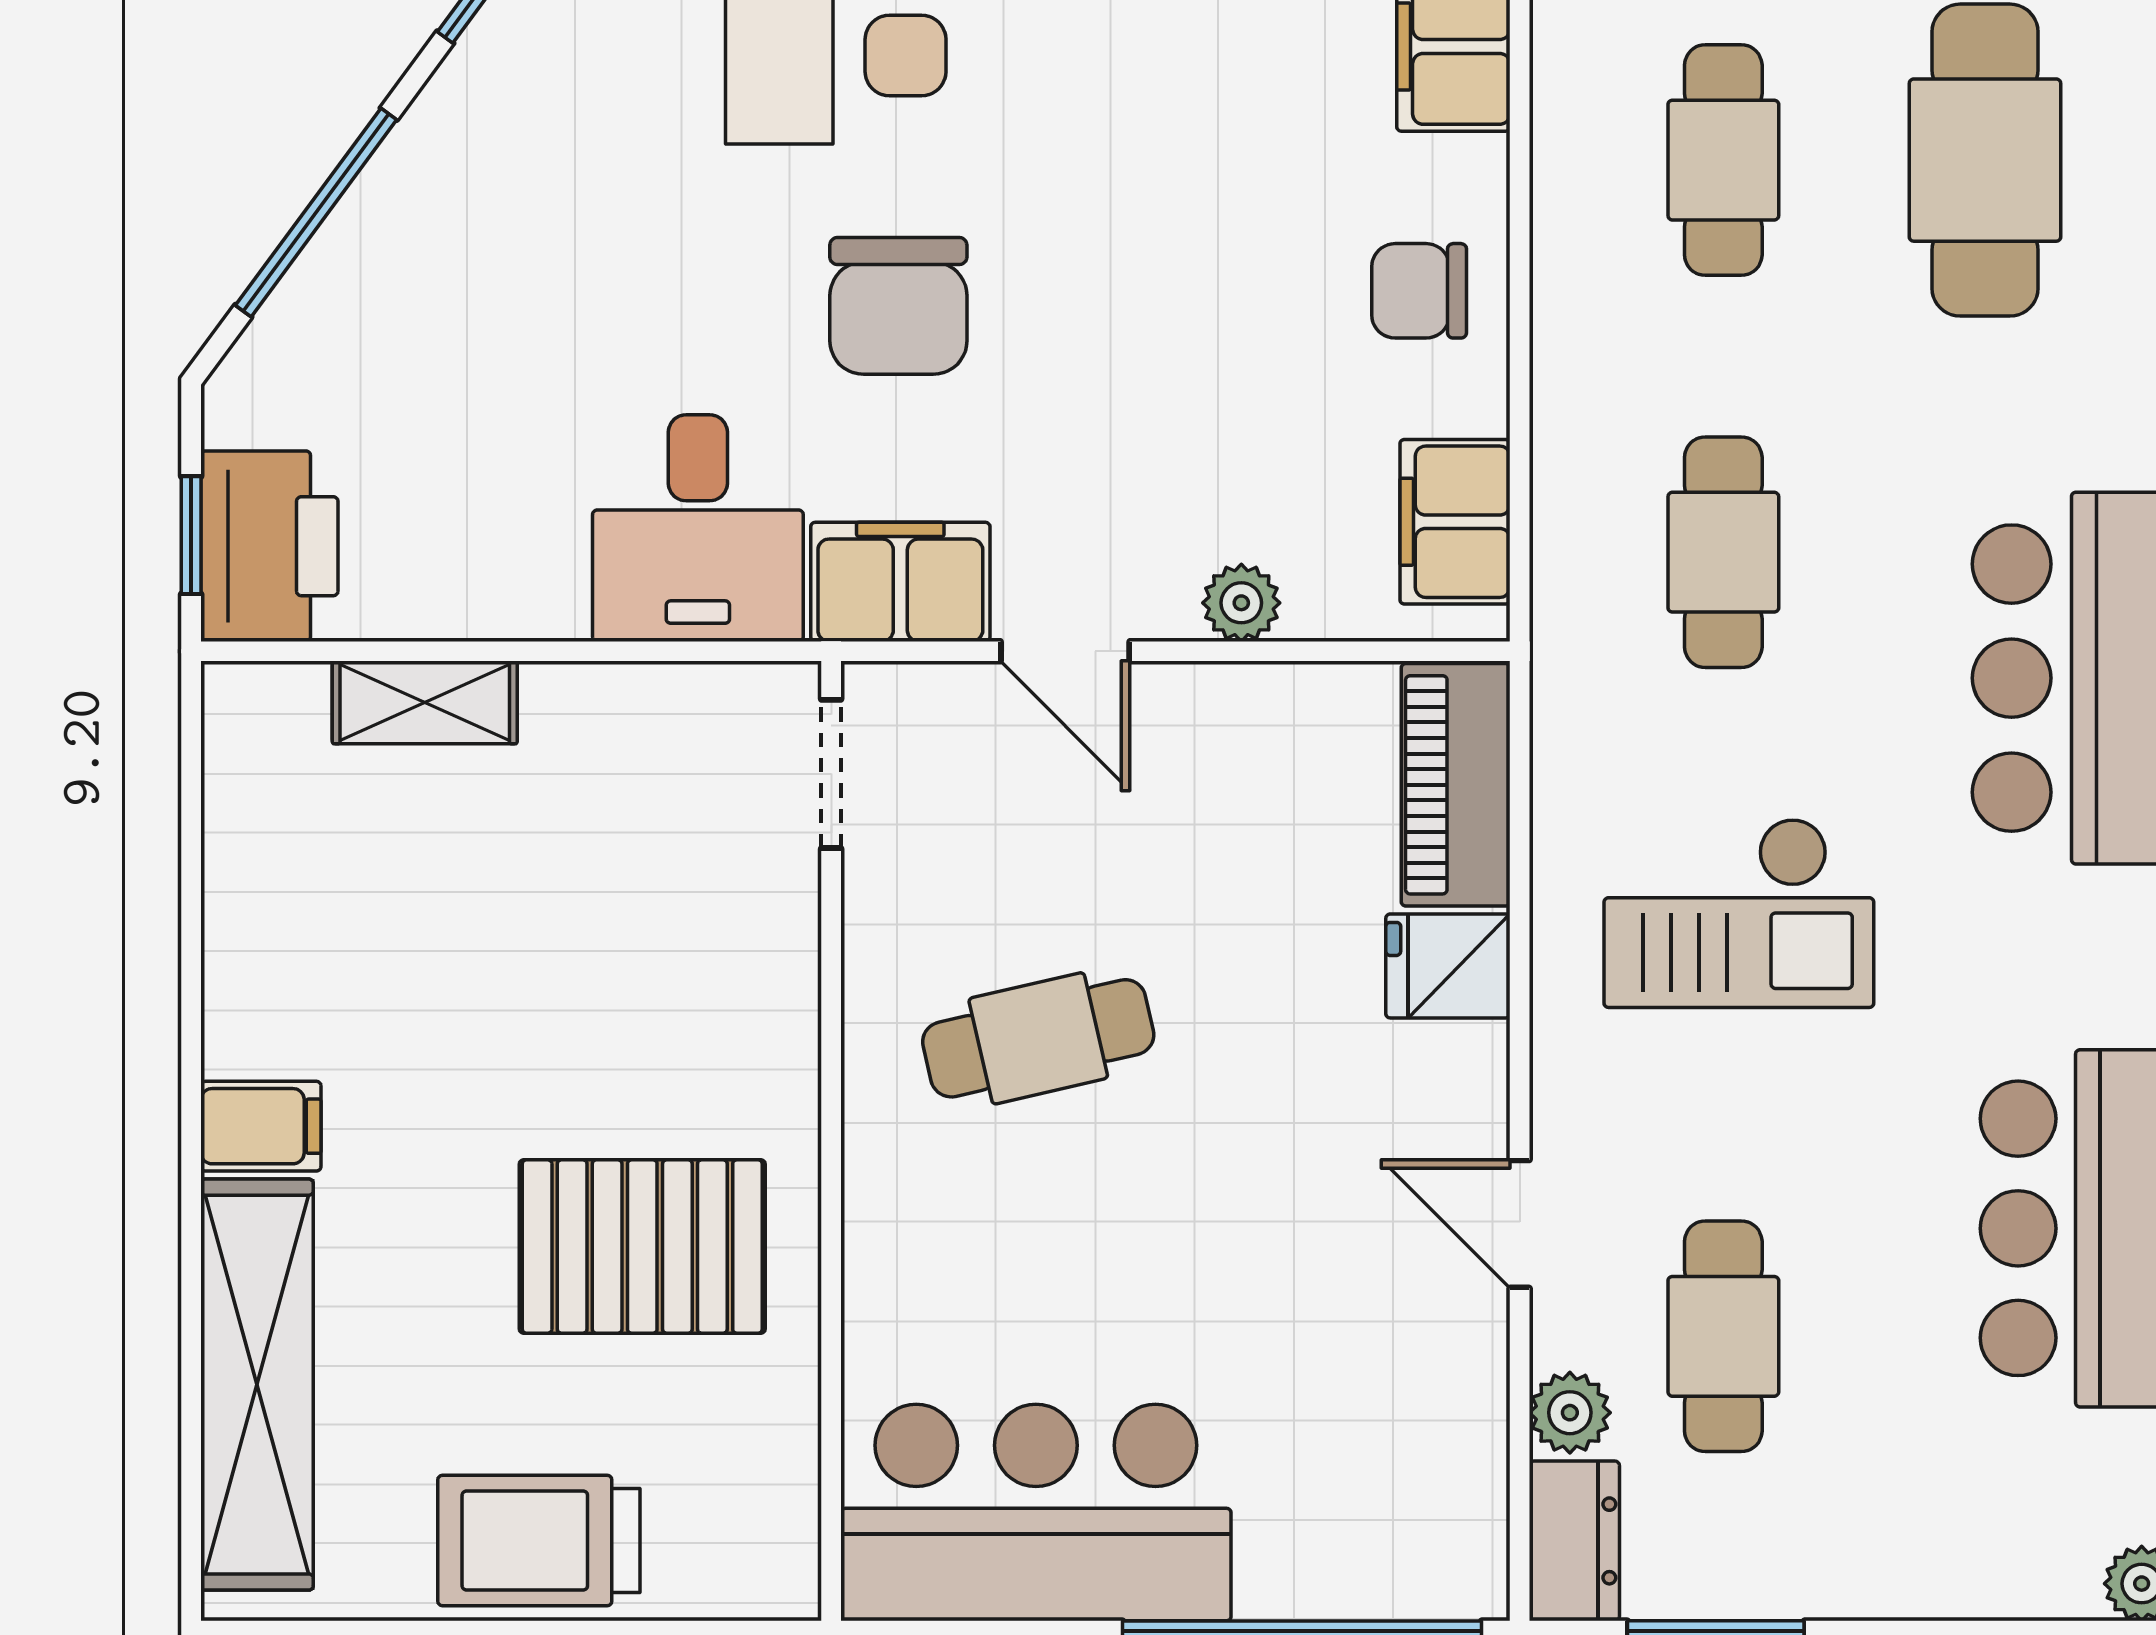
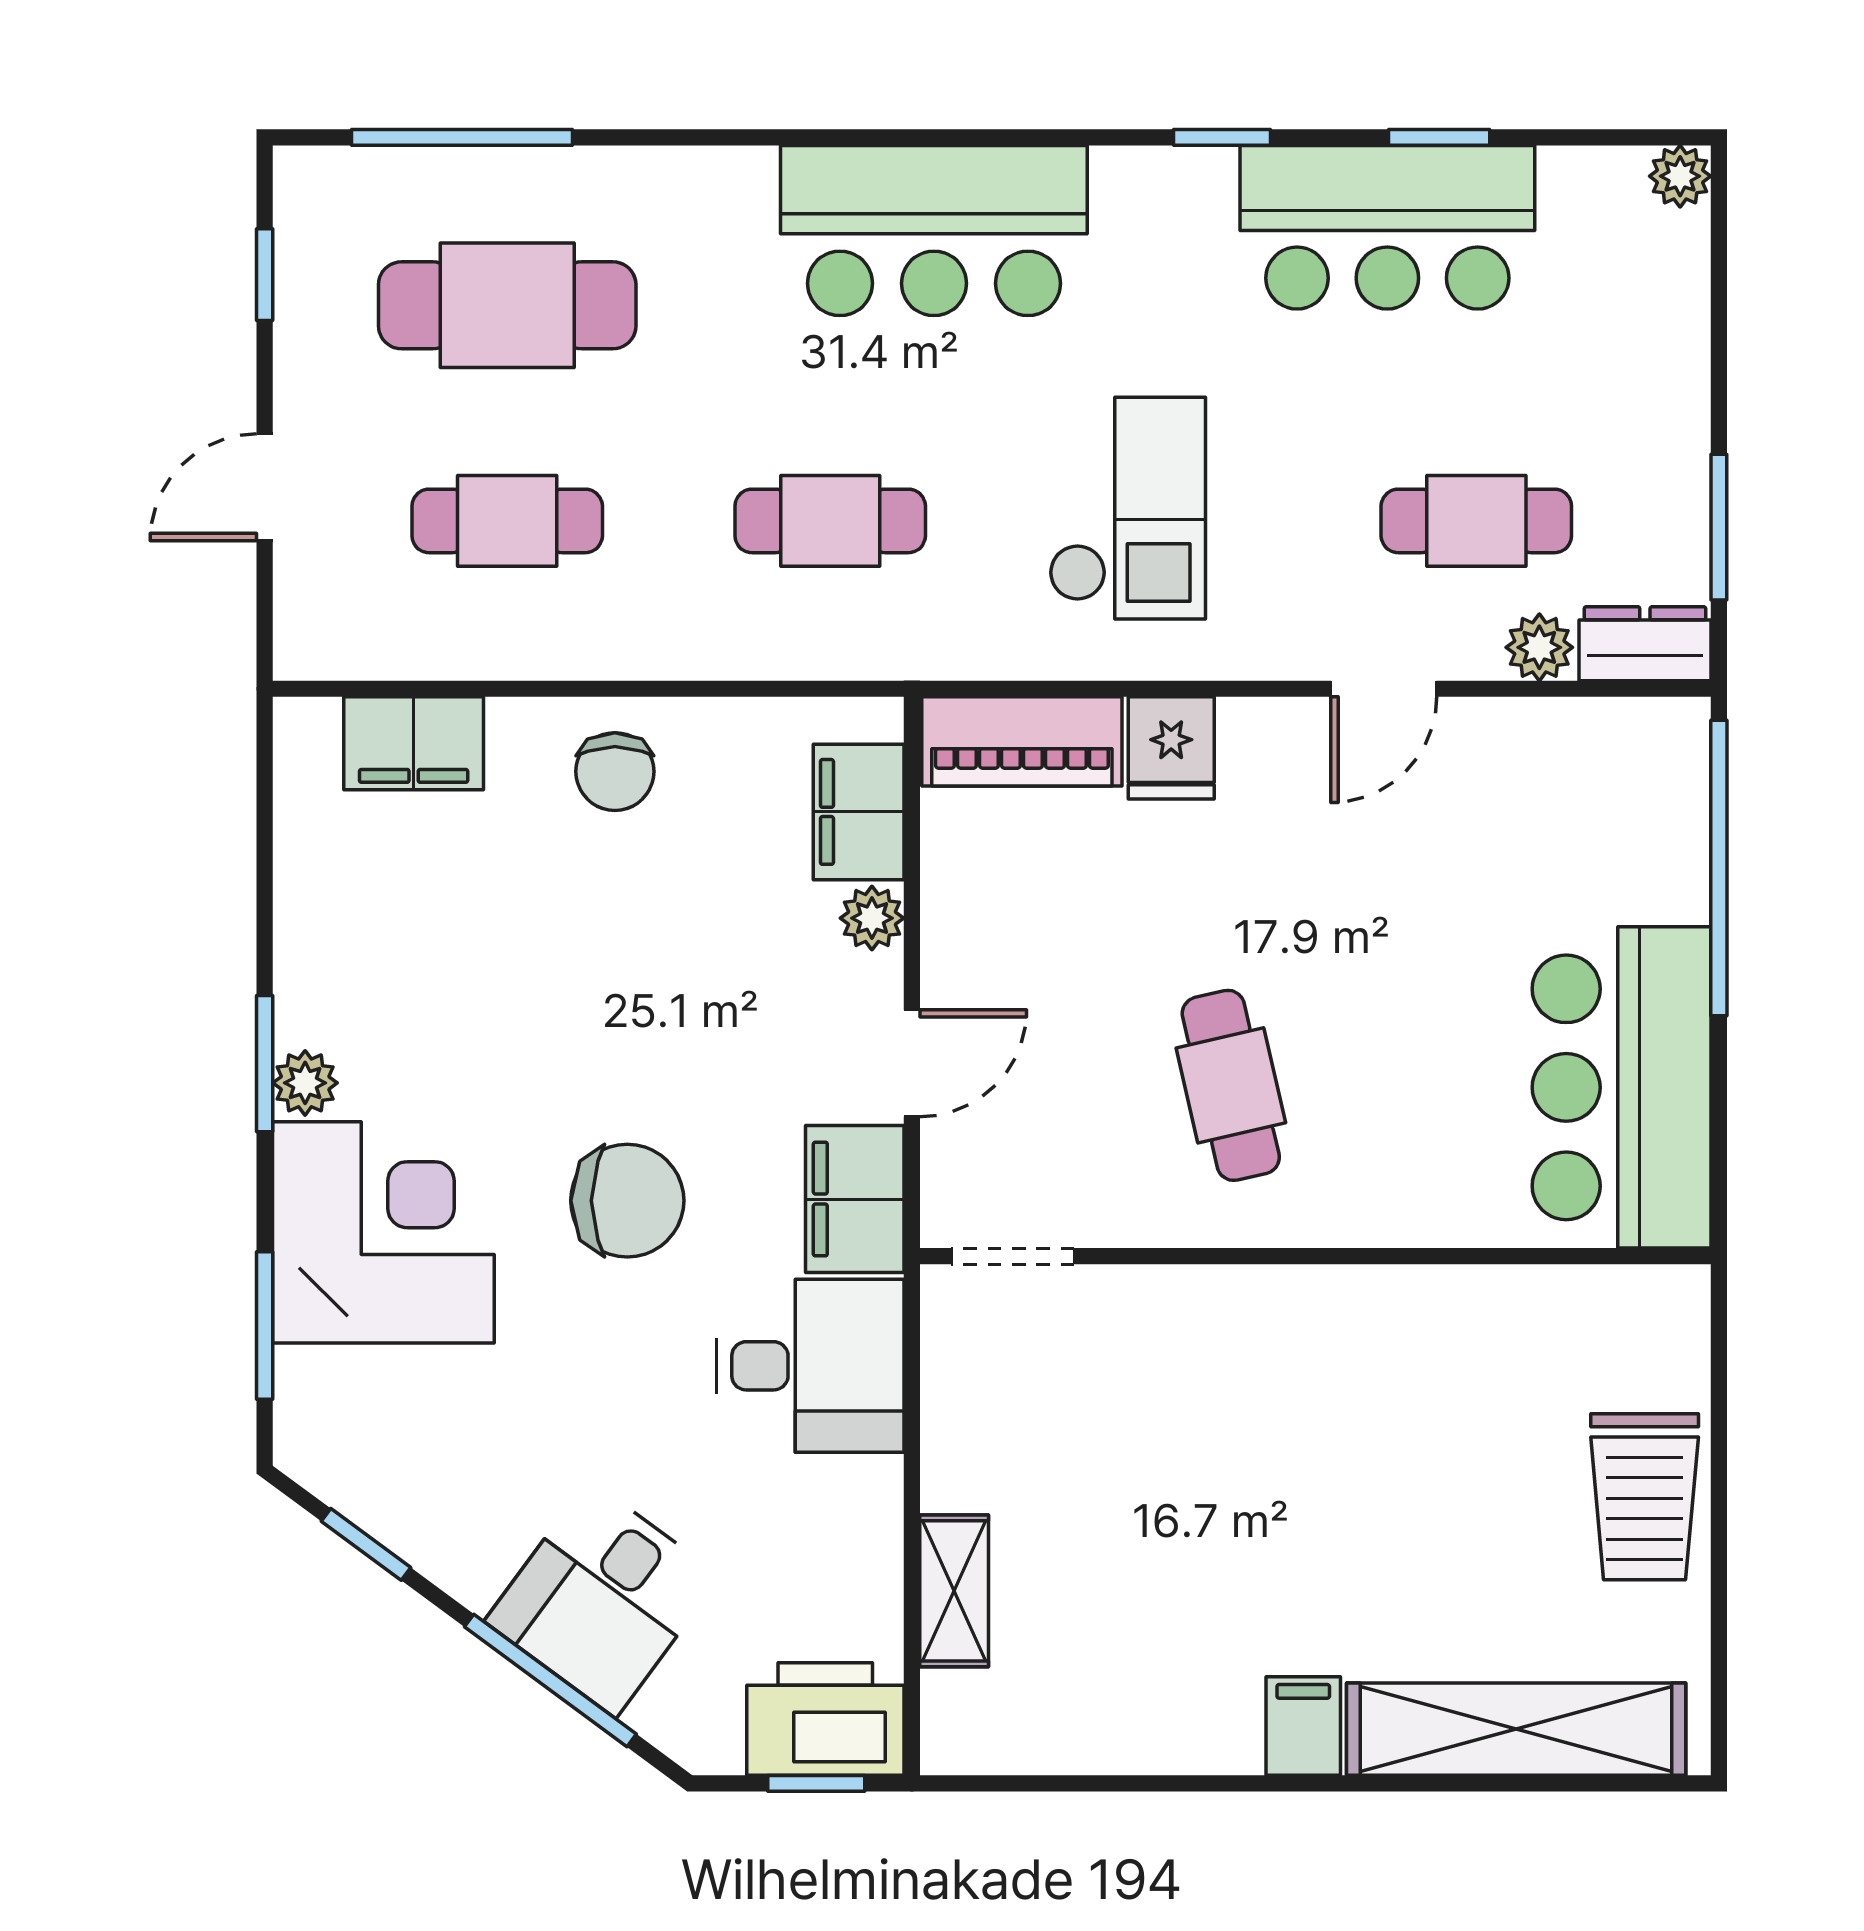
desk: (415, 276) -> (602, 1599), added
filing cabinet: (1455, 522) -> (859, 812), moved, turned 90
pallet: (642, 1247) -> (1402, 1412), removed

